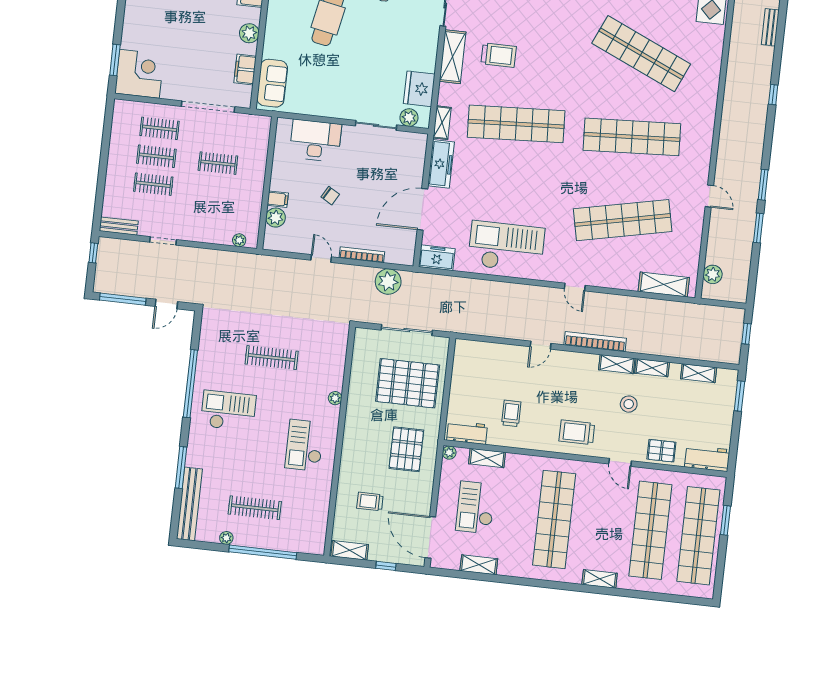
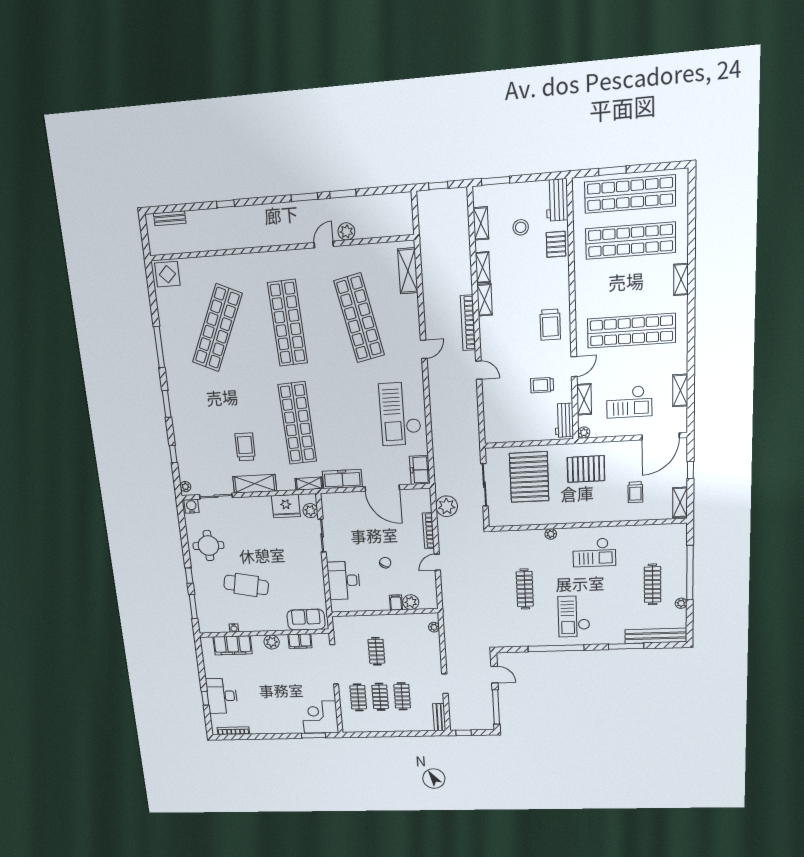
plant: (713, 274) -> (346, 231), moved
stool: (629, 404) -> (521, 227), moved
door: (620, 462) -> (574, 367), moved

